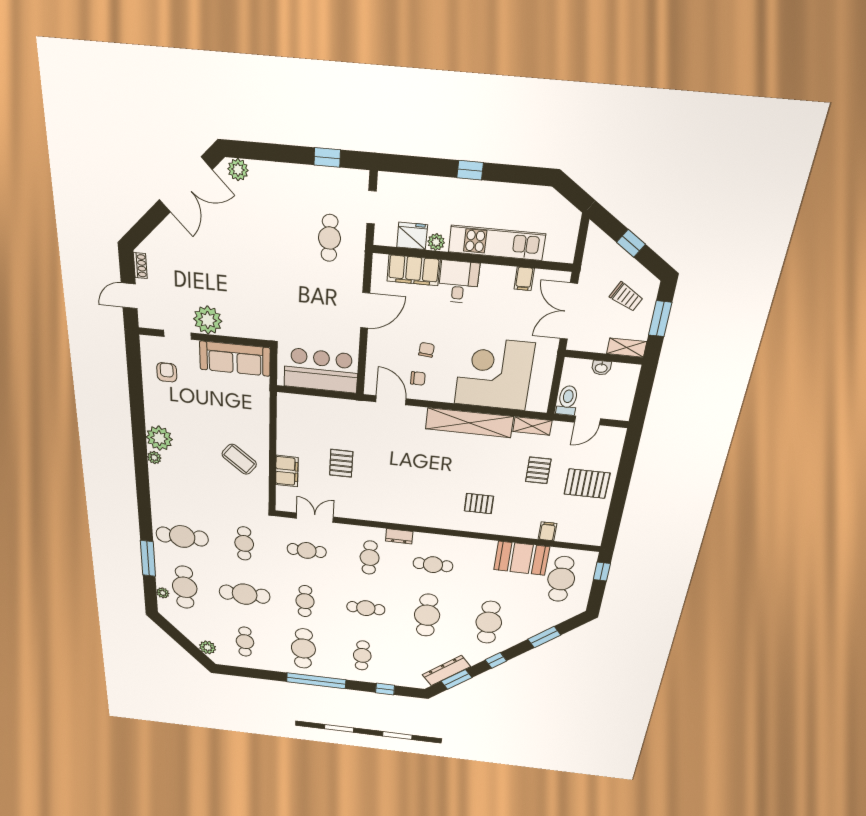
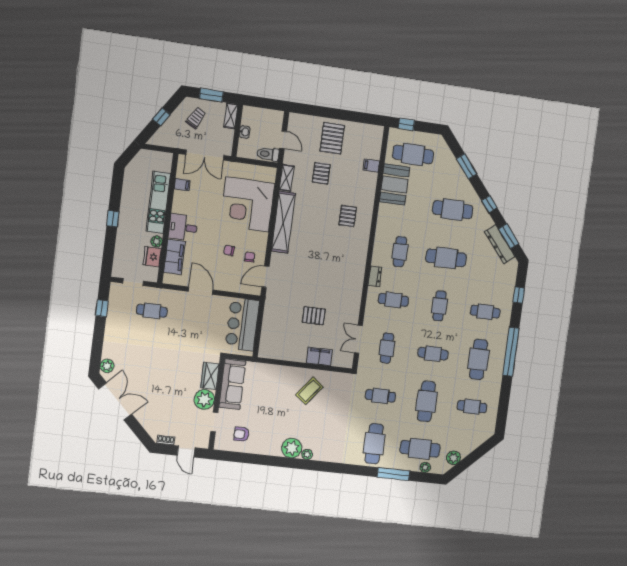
wardrobe: (243, 327) -> (210, 376), added
pallet: (538, 470) -> (321, 173), turned 90
plant: (208, 647) -> (454, 458), moved
cafe table: (303, 649) -> (479, 359), turned 90

